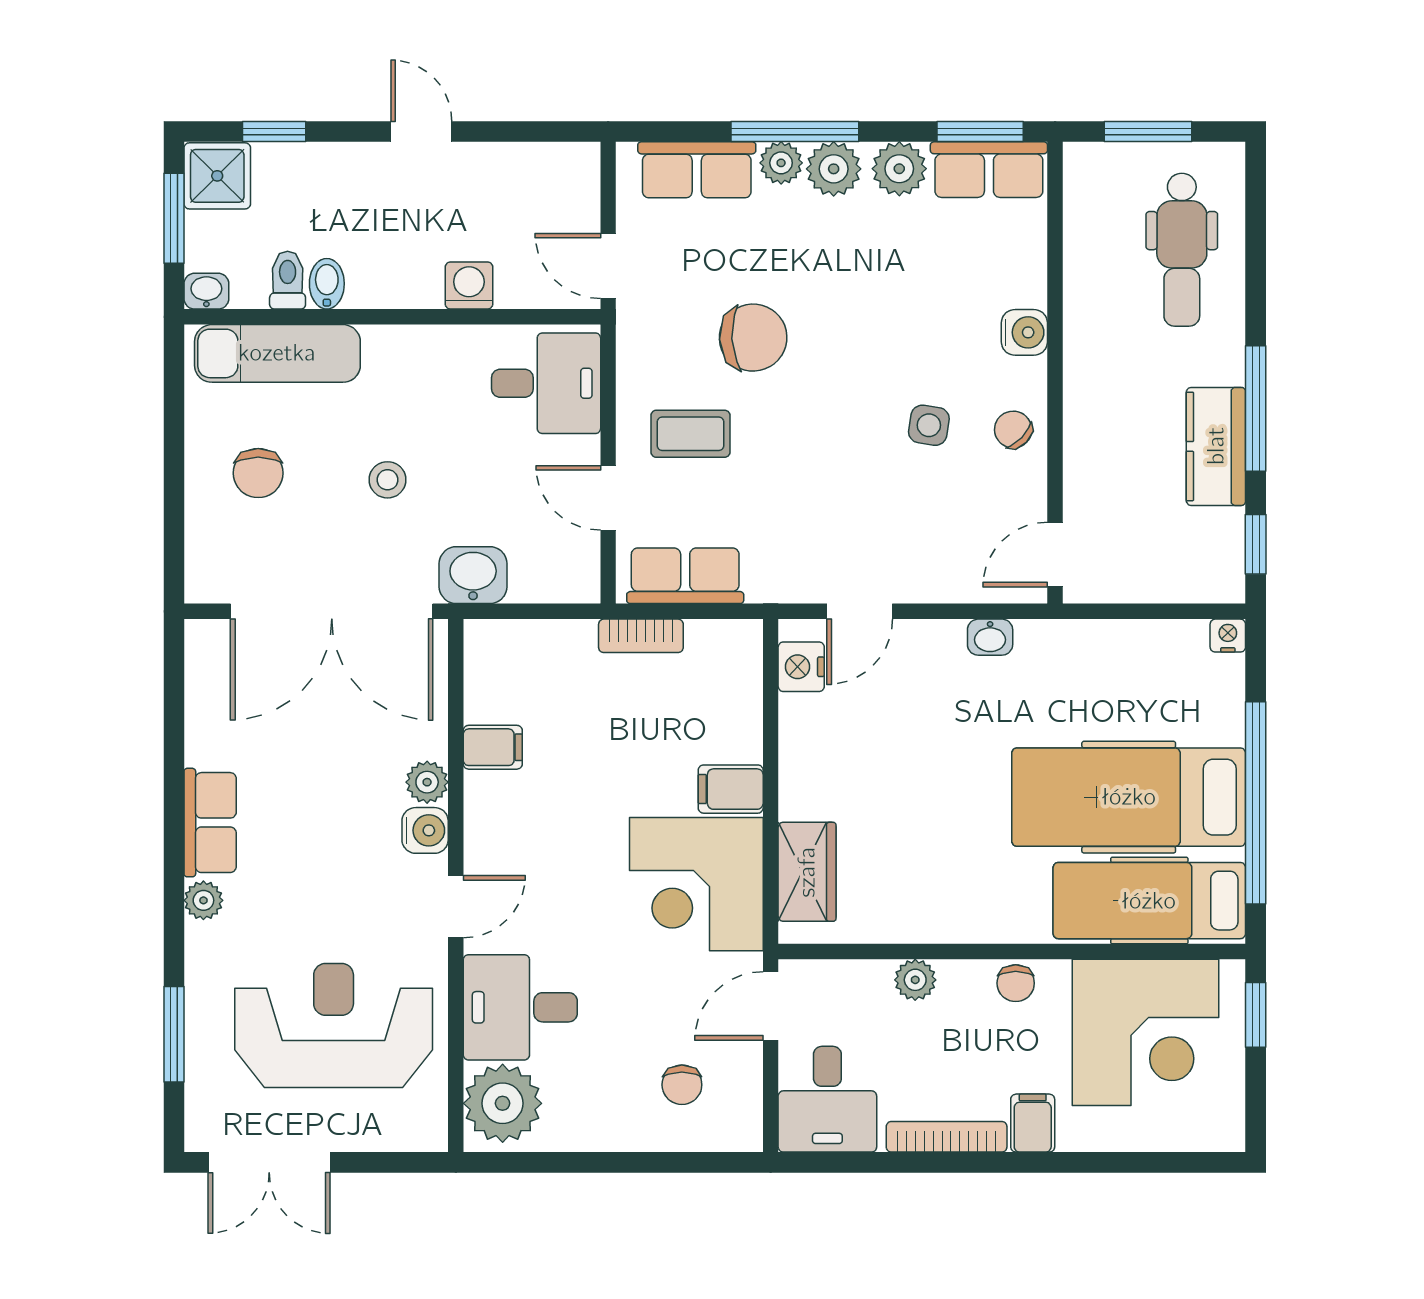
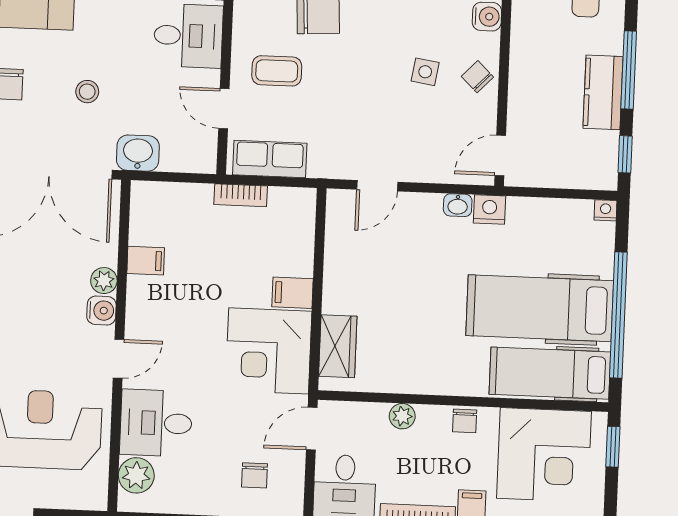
nightstand: (801, 667) -> (490, 209), moved, turned 90
plant: (503, 1103) -> (136, 475), width x0.73, depth x0.73

